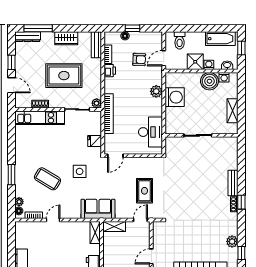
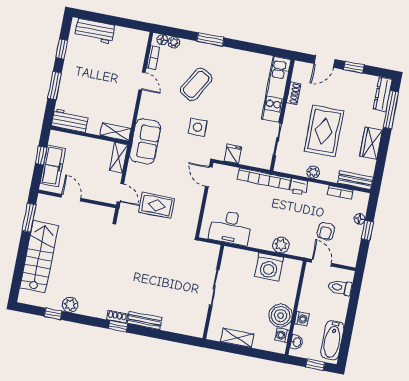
shower: (195, 62) -> (309, 302), removed
printer: (110, 71) -> (299, 187), moved
plant: (97, 103) -> (313, 172), moved

